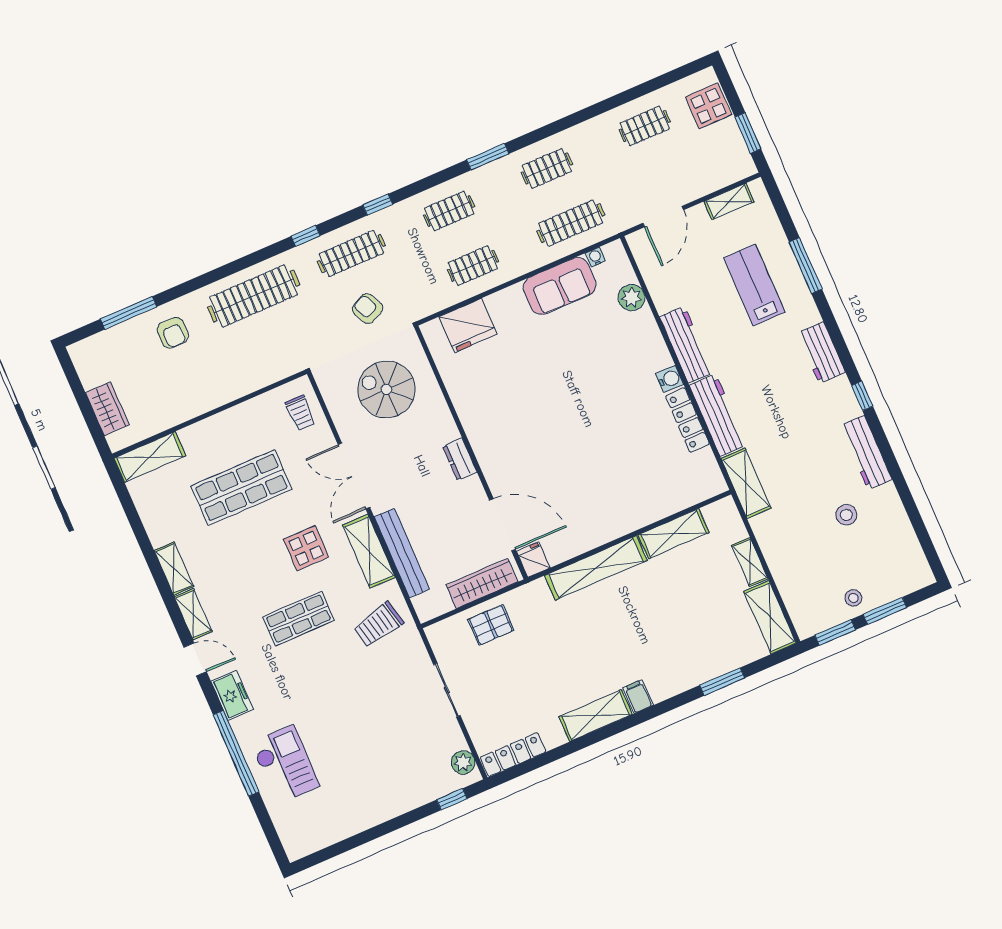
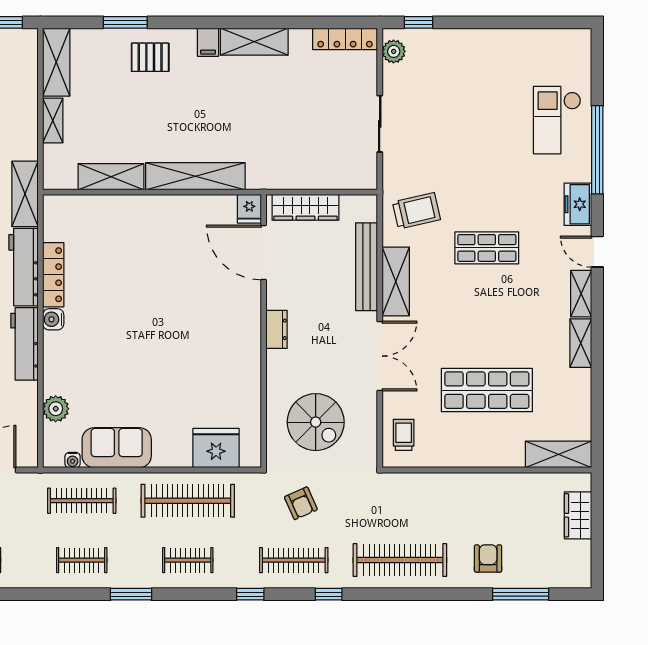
clothes rail: (473, 266) -> (188, 501), width x1.86, depth x1.31
display table: (306, 548) -> (452, 309), removed
pallet: (491, 625) -> (150, 57), moved

